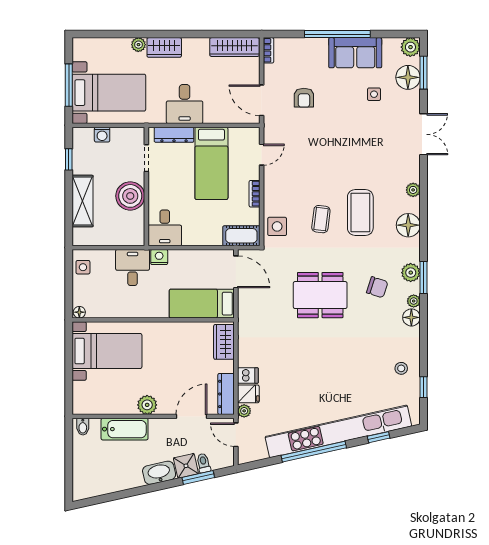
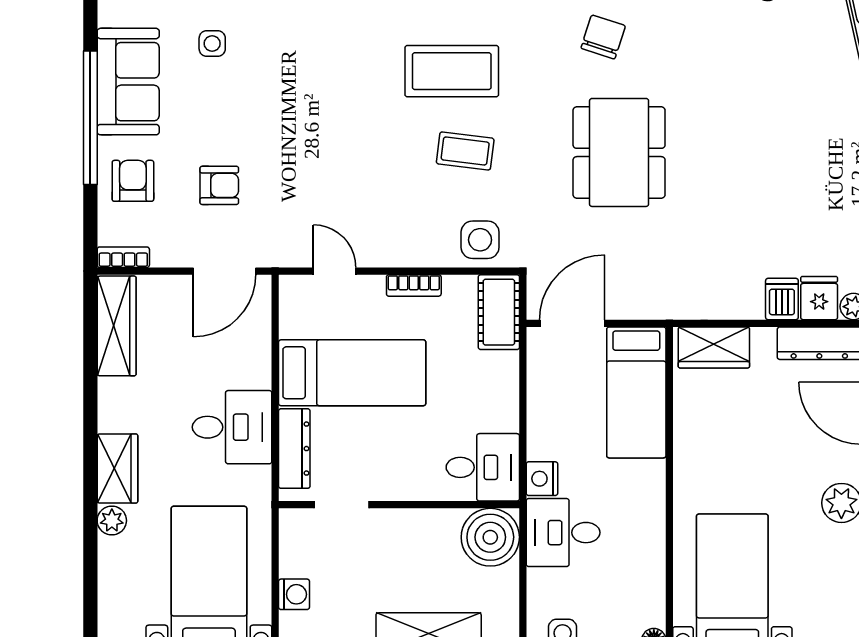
armchair: (306, 55) -> (133, 181), added
boiler: (130, 196) -> (490, 537), moved

